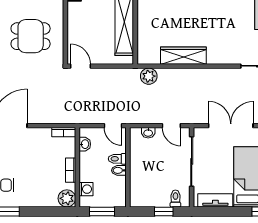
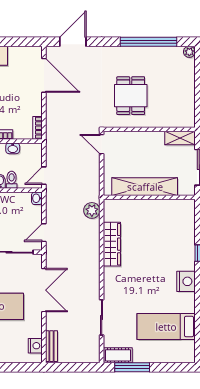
door: (80, 66) -> (102, 144), swing flipped
washbasin: (148, 133) -> (37, 198), moved
washbasin: (85, 144) -> (13, 148), moved

